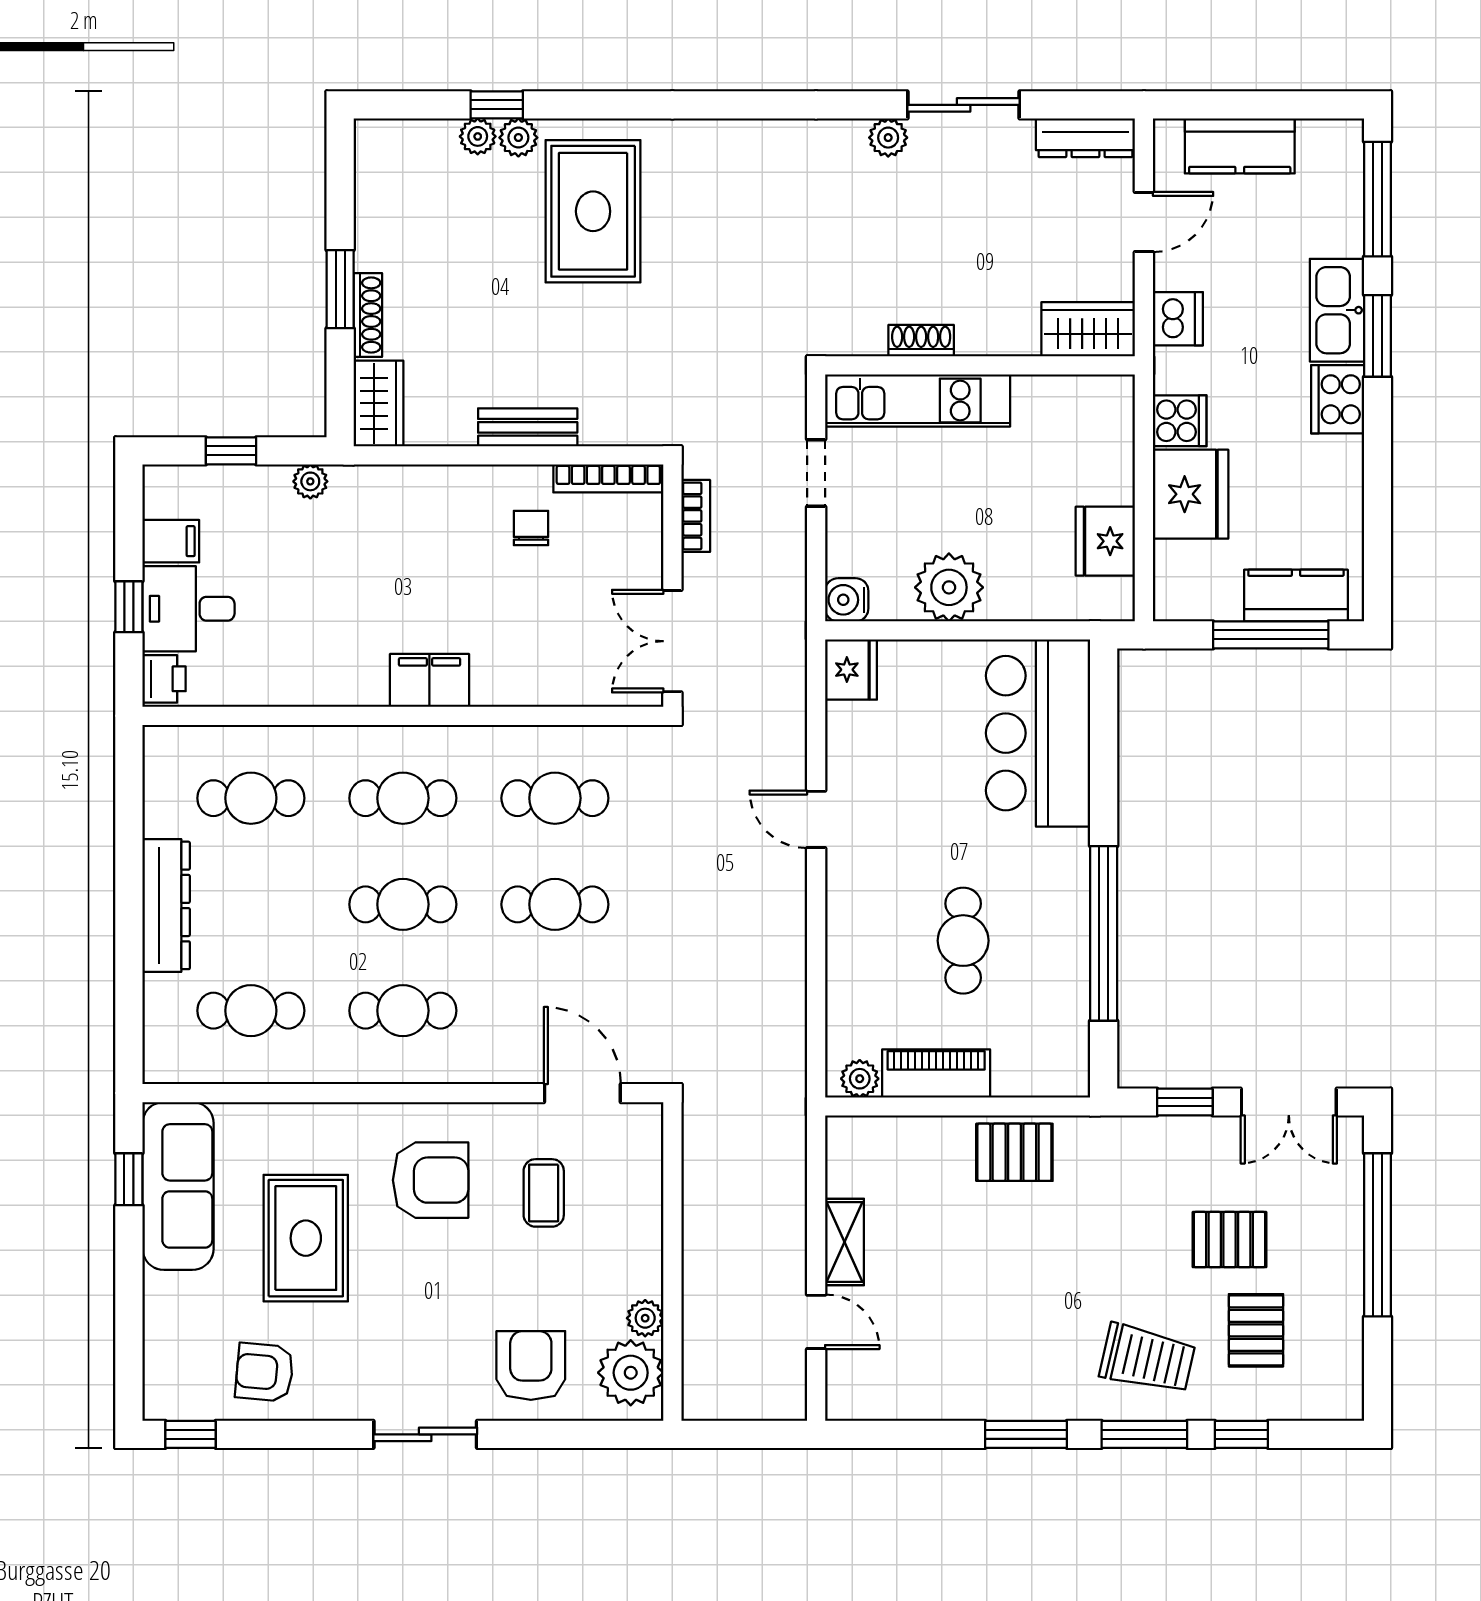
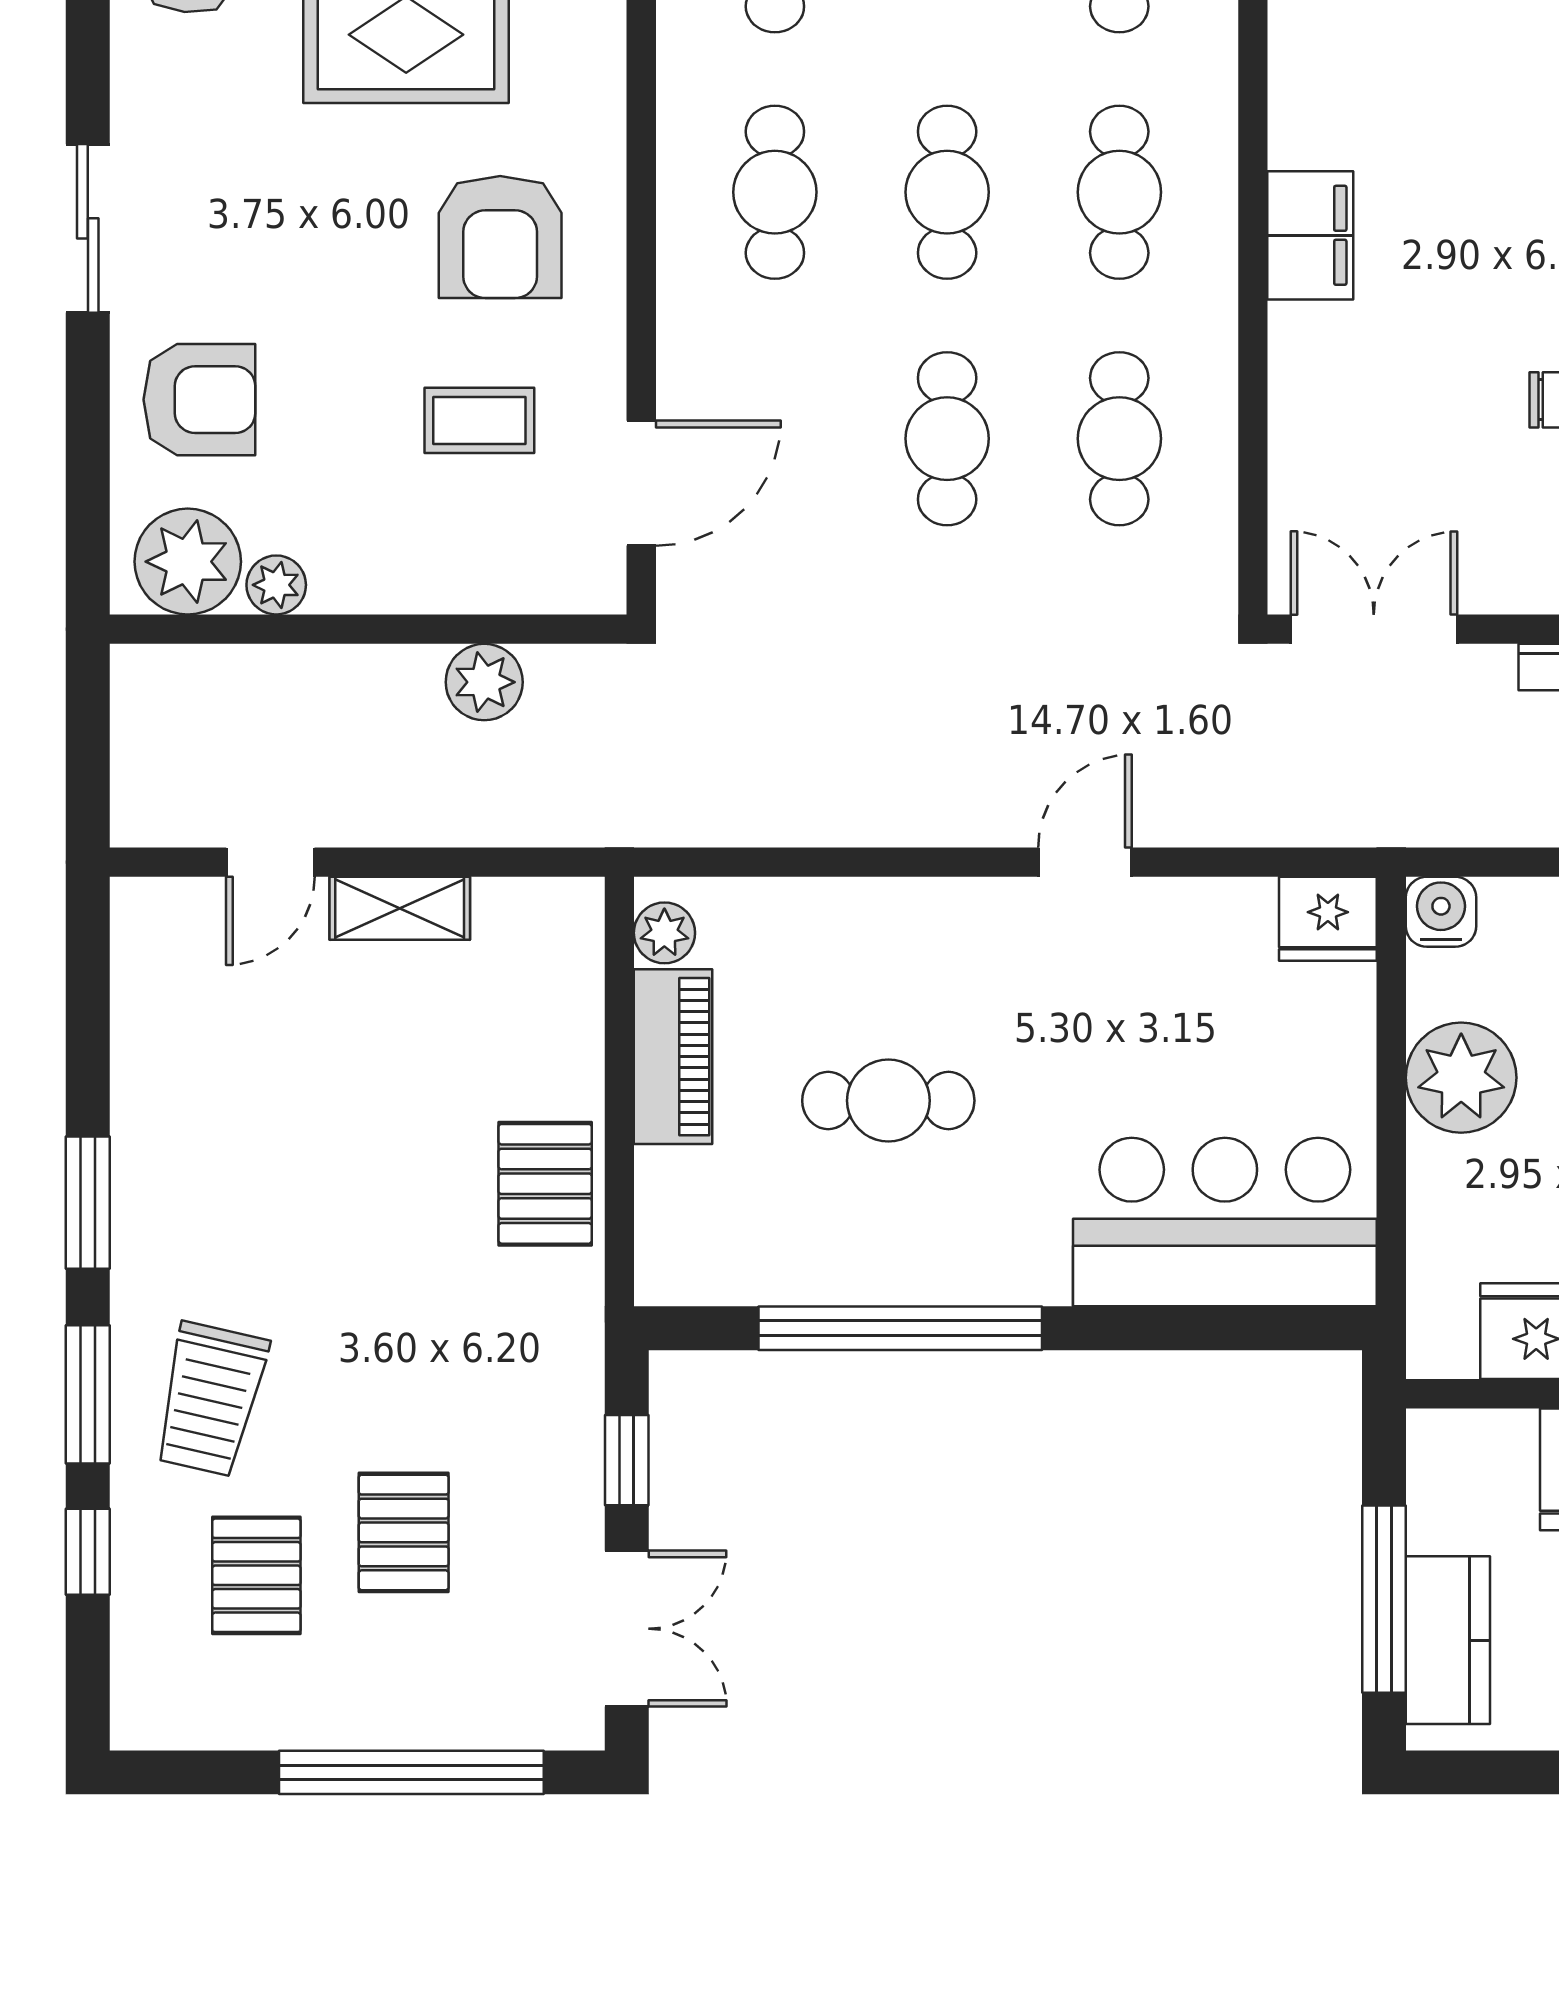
double door: (1289, 1102) -> (627, 1629), swing flipped
plant: (705, 1190) -> (484, 682), added
pallet: (1256, 1330) -> (256, 1575), turned 90

